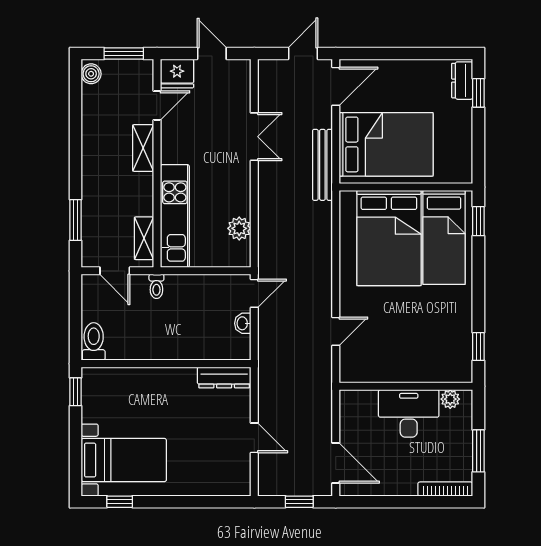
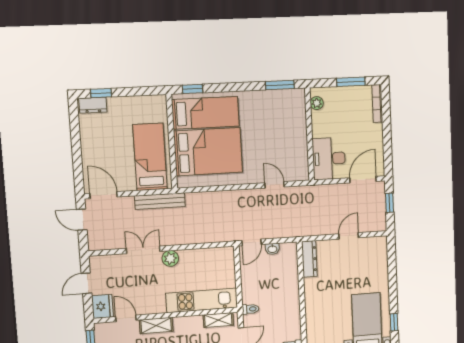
bed: (386, 144) -> (150, 157), width x0.67
plant: (239, 228) -> (170, 258), moved
door: (254, 293) -> (252, 242), swing flipped
window: (478, 347) -> (280, 85), width x1.50
desk: (409, 413) -> (329, 159), moved

